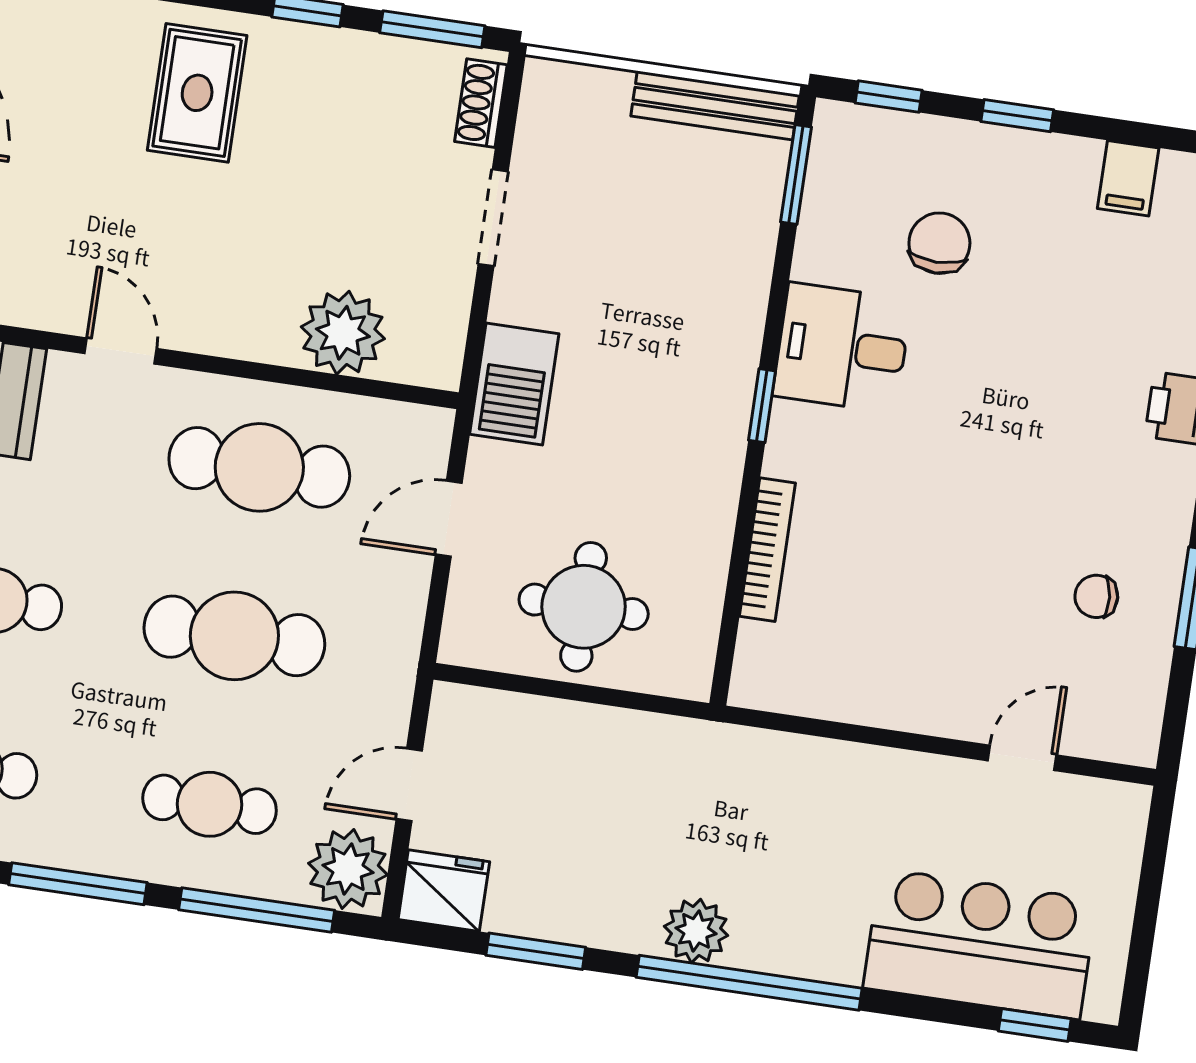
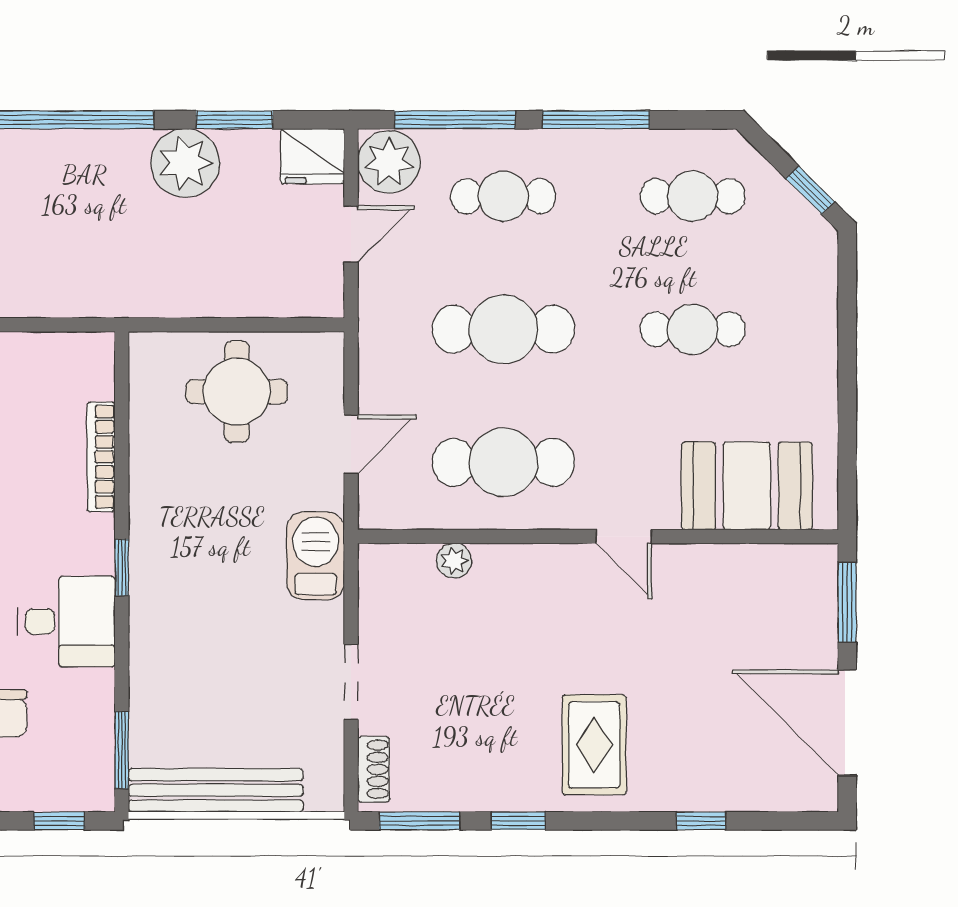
bench: (715, 105) -> (216, 790), width x1.37, depth x1.21
plant: (343, 333) -> (454, 561), width x0.53, depth x0.53
plant: (696, 931) -> (185, 163), moved, width x1.36, depth x1.36

